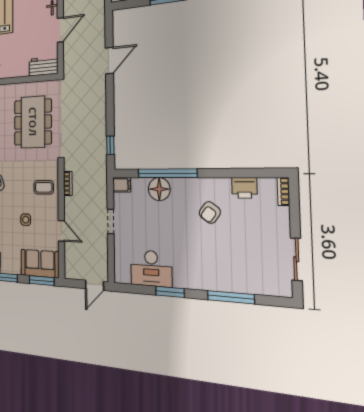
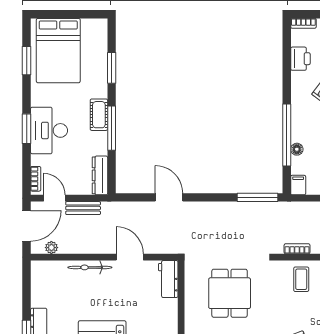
dining table: (33, 122) -> (230, 293), width x0.73
window: (110, 145) -> (258, 197), width x2.17
floor lamp: (159, 189) -> (297, 149), width x0.53, depth x0.53

